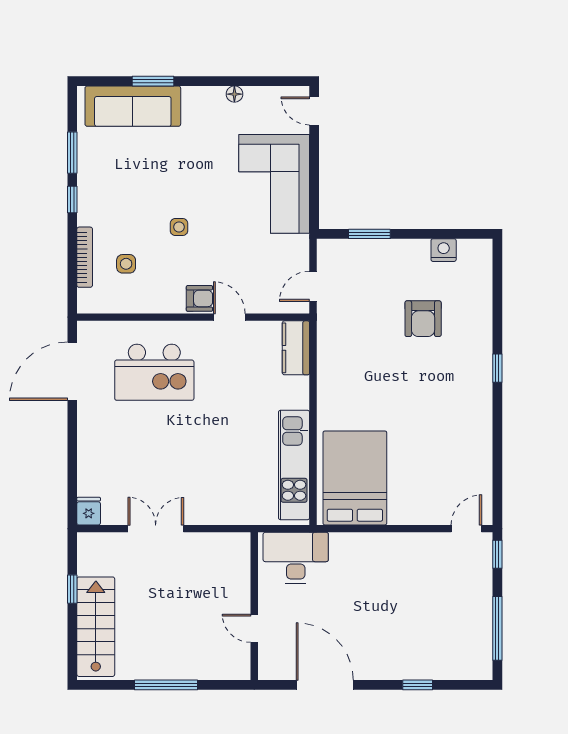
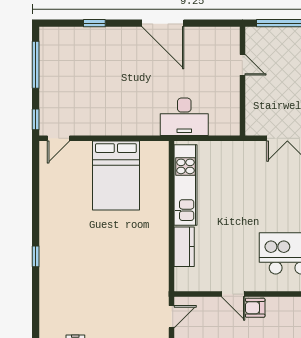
armchair: (423, 319) -> (90, 293), removed
kitchen counter: (296, 348) -> (184, 247), moved
bed: (355, 478) -> (116, 175), moved
wall: (254, 606) -> (242, 81), moved
door: (254, 628) -> (242, 65), moved

